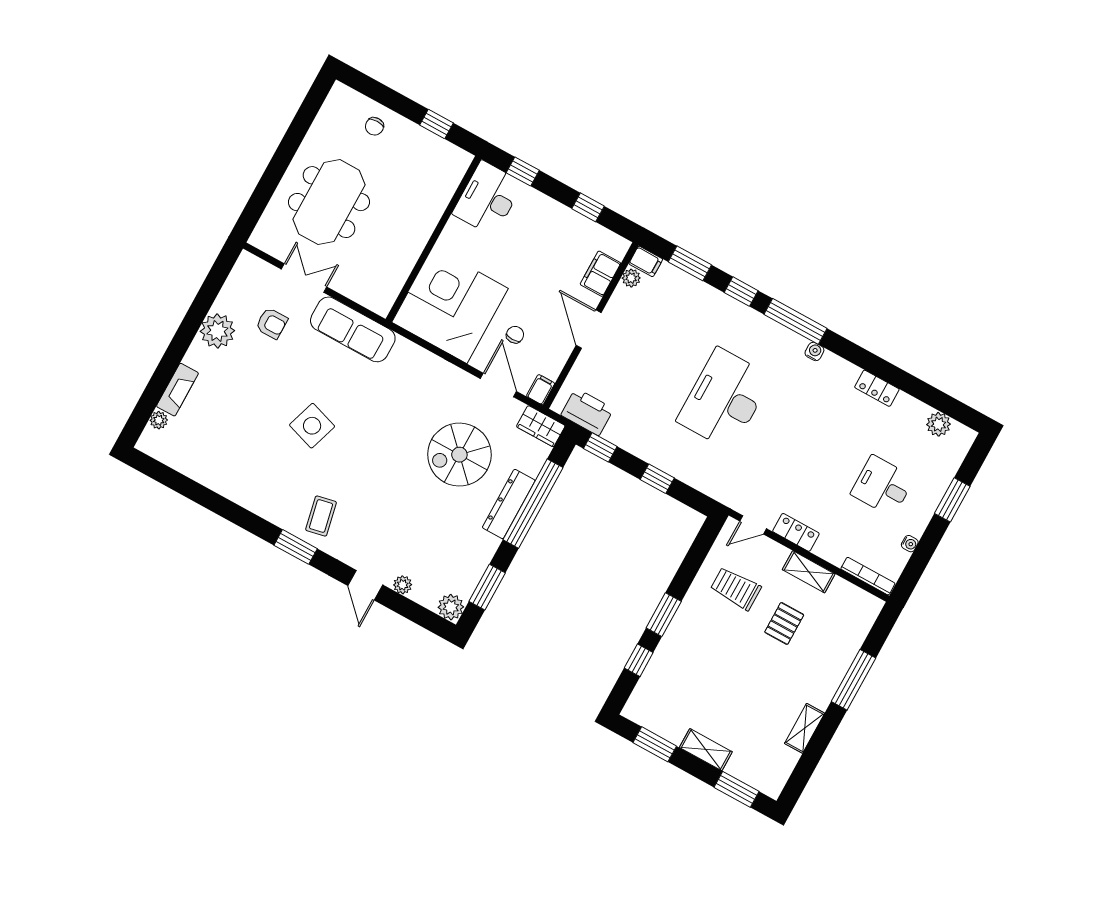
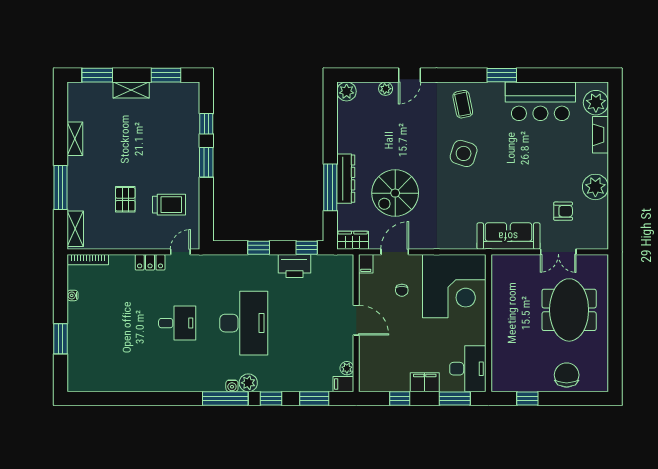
chair: (374, 126) -> (567, 375), width x1.87, depth x1.87
window: (523, 171) -> (455, 398), width x1.50
filing cabinet: (600, 274) -> (425, 382), moved, turned -90
armchair: (272, 323) -> (563, 211), turned 180
water cooler: (814, 352) -> (232, 386), moved
door: (498, 385) -> (395, 252), swing flipped
locker: (877, 388) -> (149, 384), removed
printer: (587, 412) -> (294, 266), moved
plant: (159, 420) -> (596, 103), width x1.87, depth x1.87
plant: (938, 424) -> (248, 383), moved
side table: (312, 426) -> (464, 153), moved
spiral stairs: (459, 455) -> (395, 193), turned 180
bar counter: (227, 469) -> (540, 101), added
desk: (883, 486) -> (177, 323), moved
window: (533, 504) -> (330, 187), width x0.68
window: (296, 547) -> (502, 75), moved
shelving: (809, 572) -> (75, 229), moved, turned 90
door: (365, 585) -> (409, 75), swing flipped
window: (487, 587) -> (330, 117), removed

